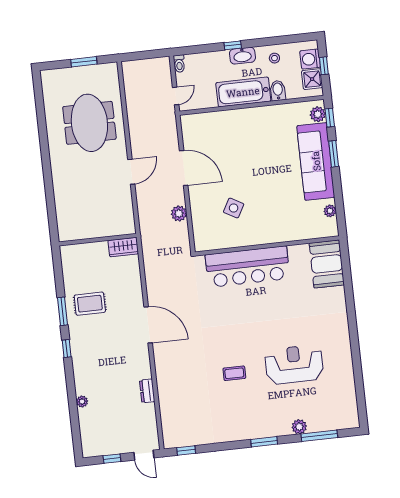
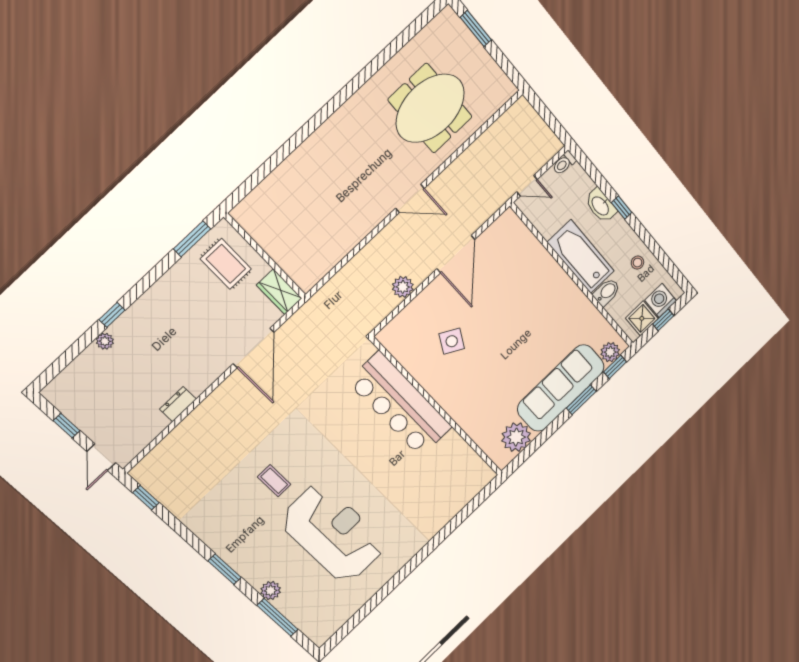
washbasin: (242, 56) -> (601, 206), moved
window: (84, 62) -> (476, 28), moved
plant: (330, 211) -> (516, 437), width x1.87, depth x1.87
wall: (98, 240) -> (265, 256), moved
wardrobe: (123, 247) -> (279, 292), moved
booth: (327, 264) -> (464, 482), removed
window: (67, 349) -> (112, 315), moved
reception desk: (294, 365) -> (333, 533), width x1.36, depth x1.30

